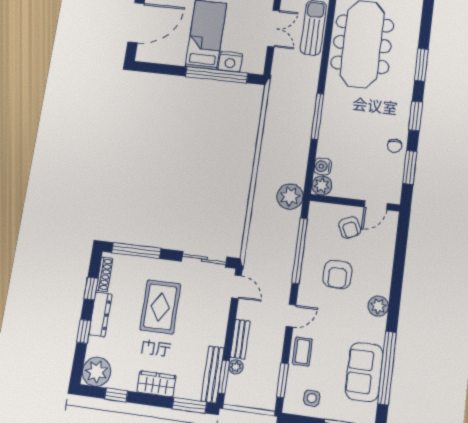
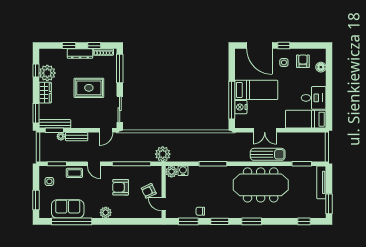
plant: (96, 372) -> (47, 73), moved

